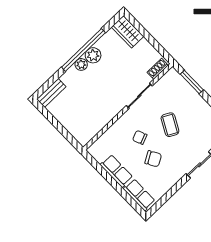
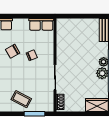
coffee table: (170, 125) -> (21, 99), moved
row of seats: (116, 171) -> (41, 24), moved

